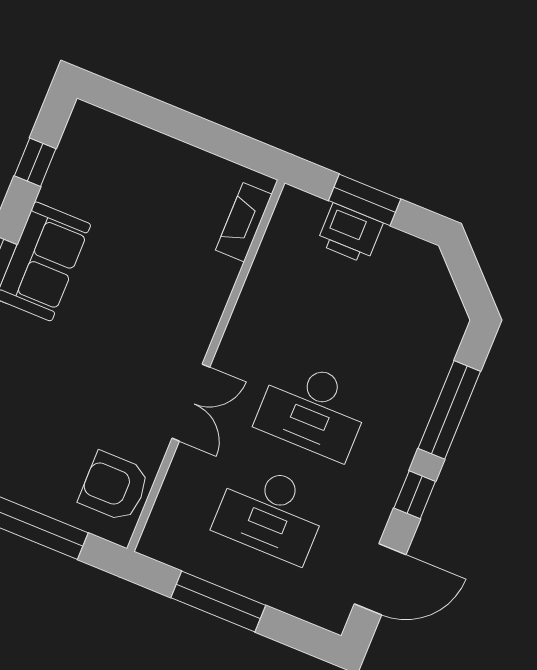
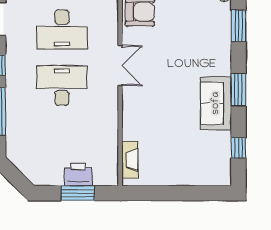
double door: (191, 403) -> (120, 65), swing flipped
desk: (271, 513) -> (62, 29), turned 180

